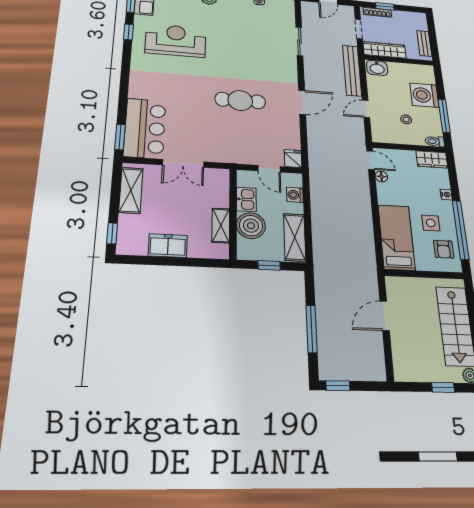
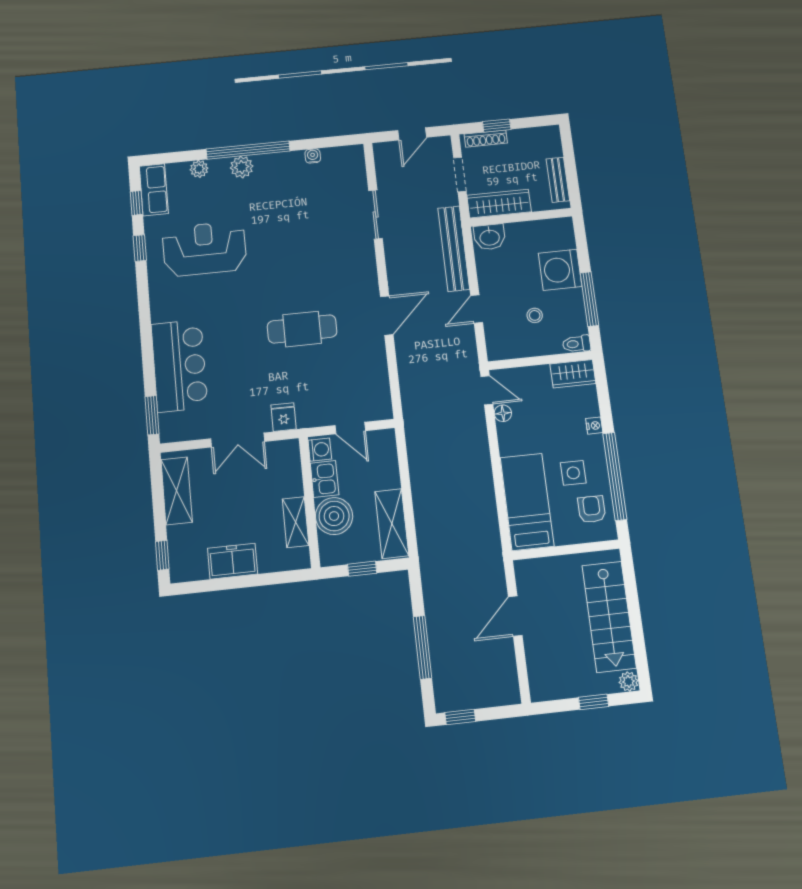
bar counter: (145, 128) -> (179, 366), moved
fridge: (293, 158) -> (284, 417), moved
washing machine: (295, 195) -> (320, 450), moved, turned 180
armchair: (444, 249) -> (592, 509), turned 180

